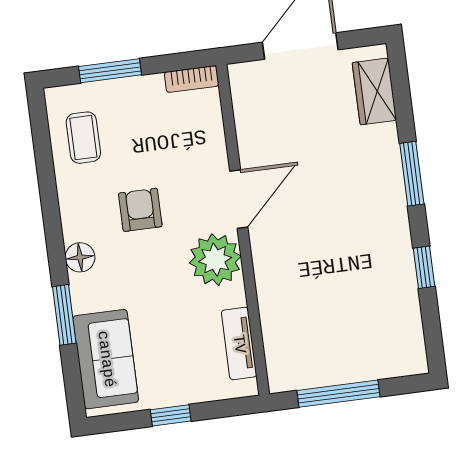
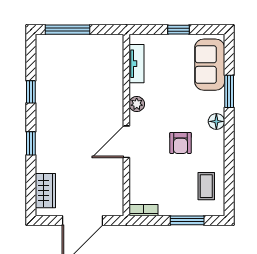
window: (412, 174) -> (31, 143), width x0.67
plant: (215, 260) -> (137, 104), width x0.53, depth x0.53
window: (338, 394) -> (68, 30), moved

